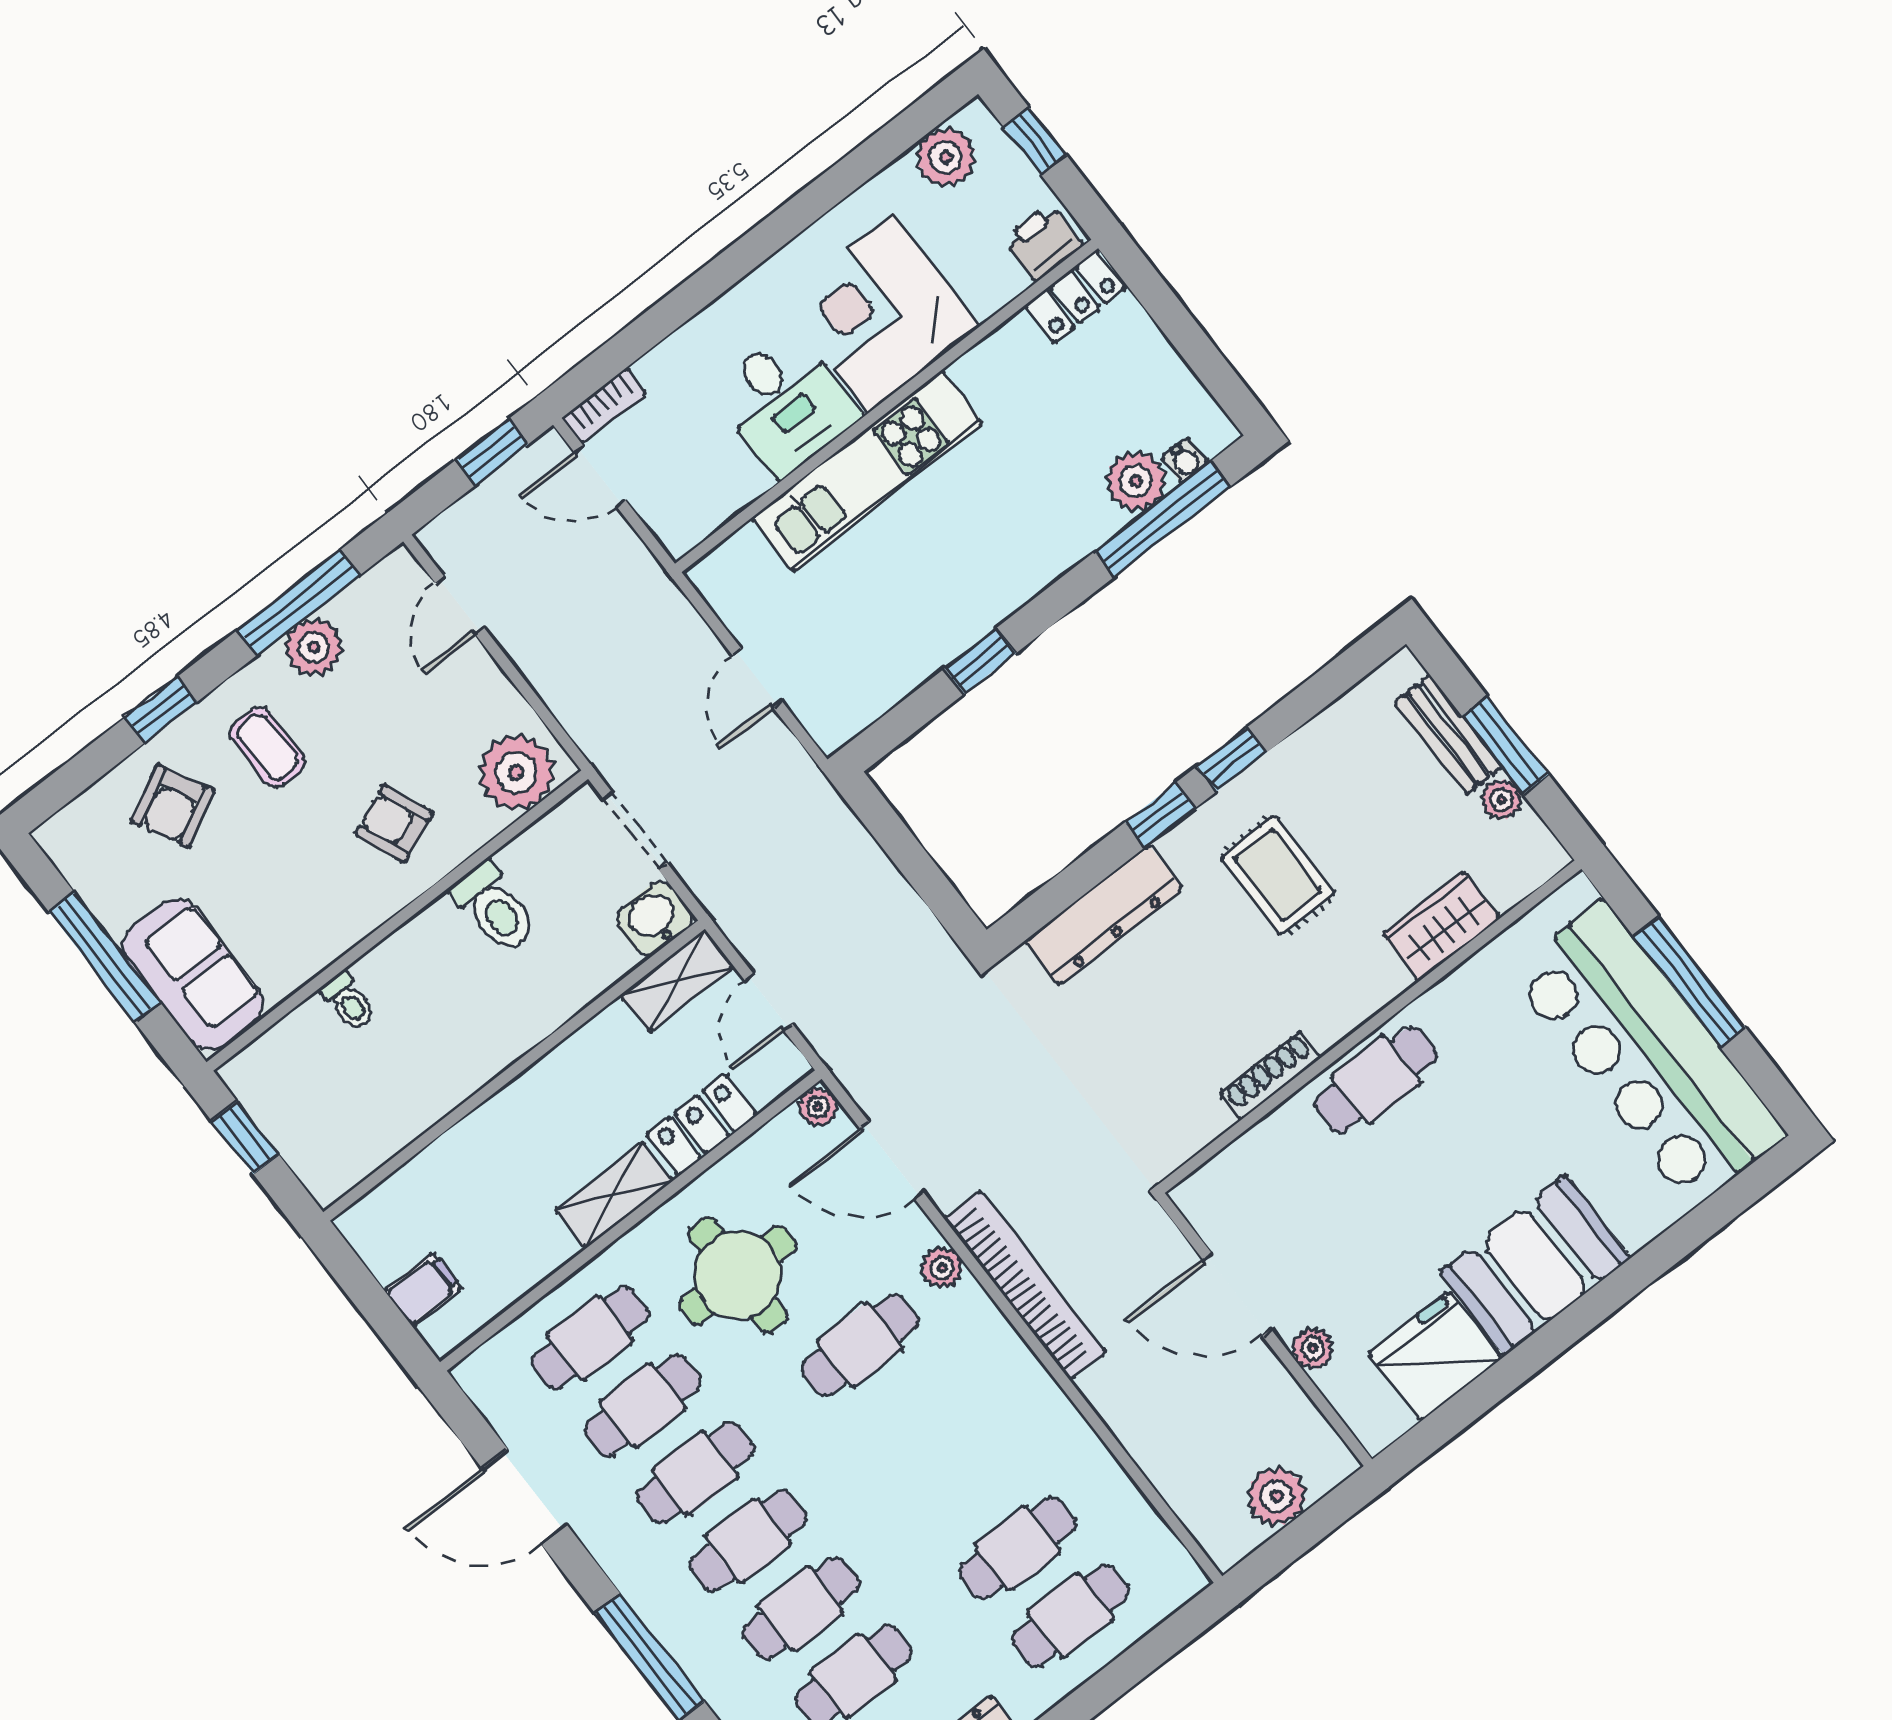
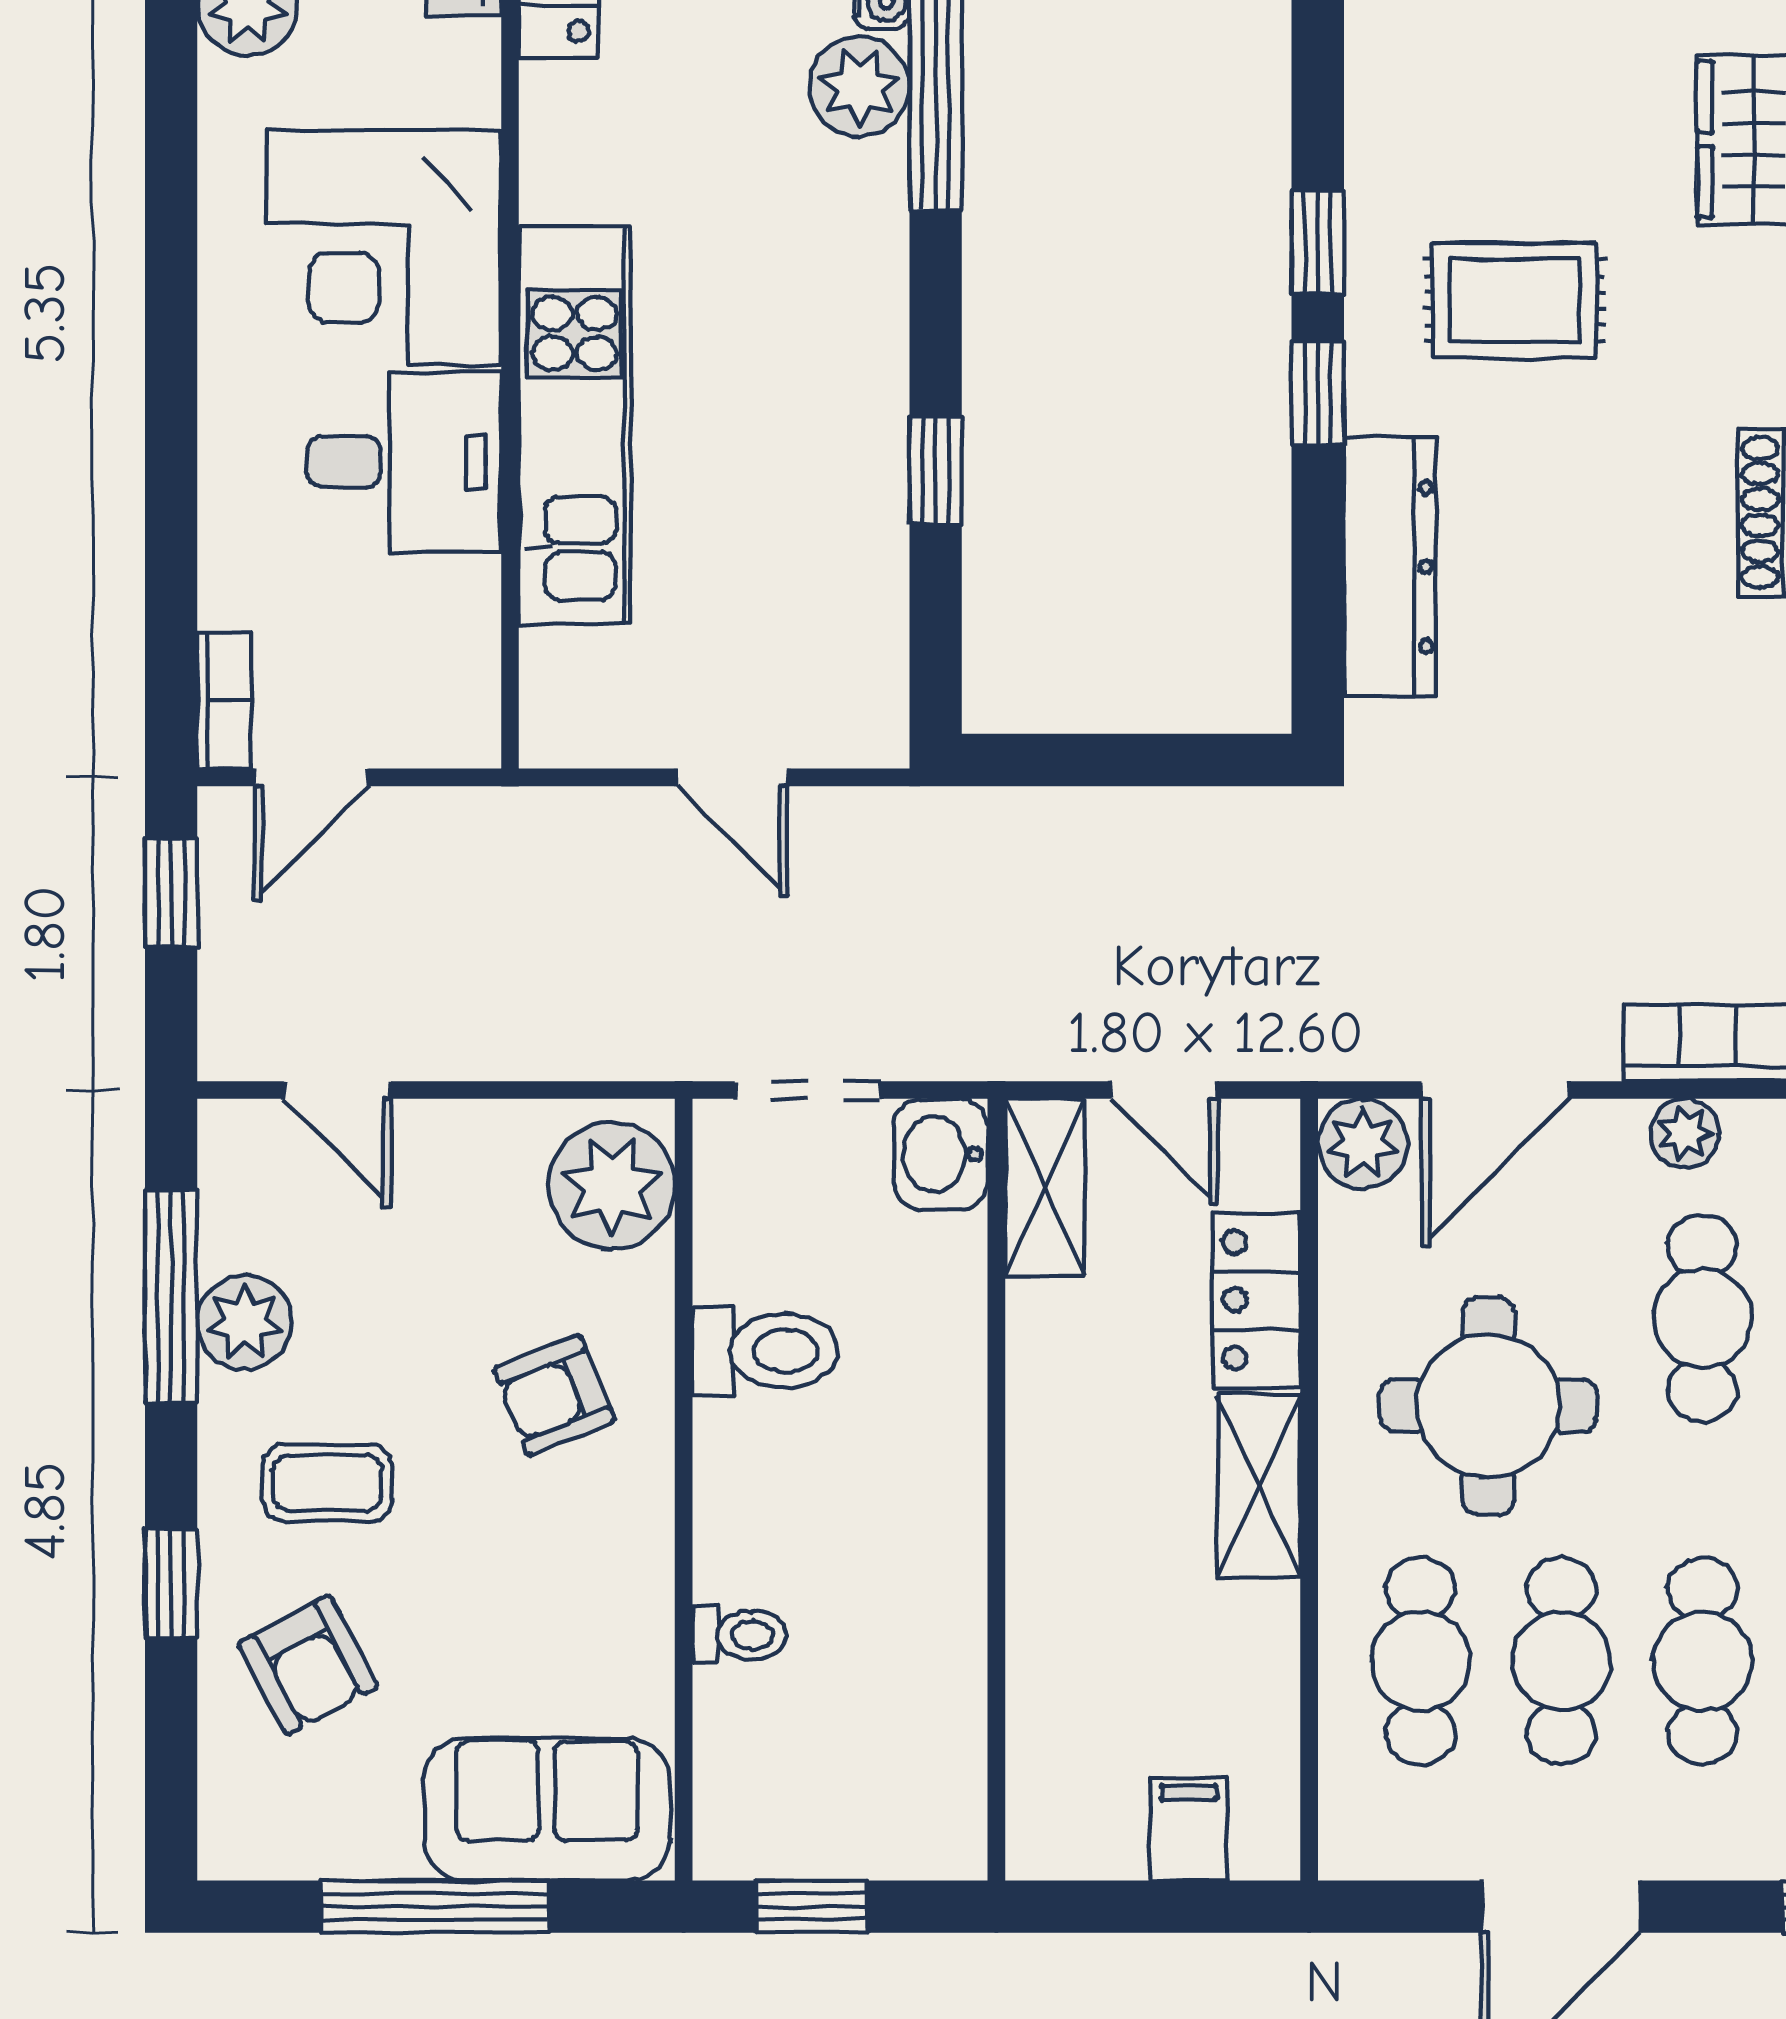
plant: (818, 1107) -> (1363, 1144), width x1.38, depth x1.38

